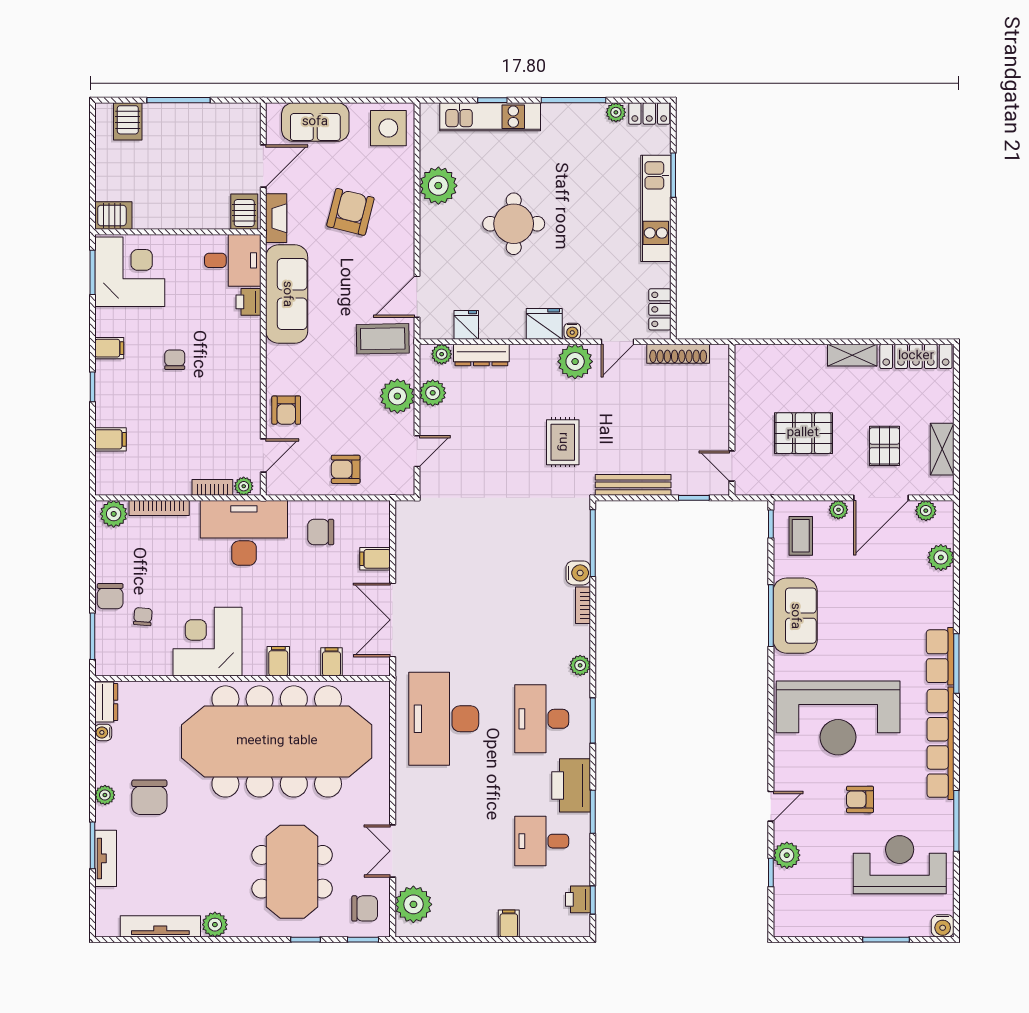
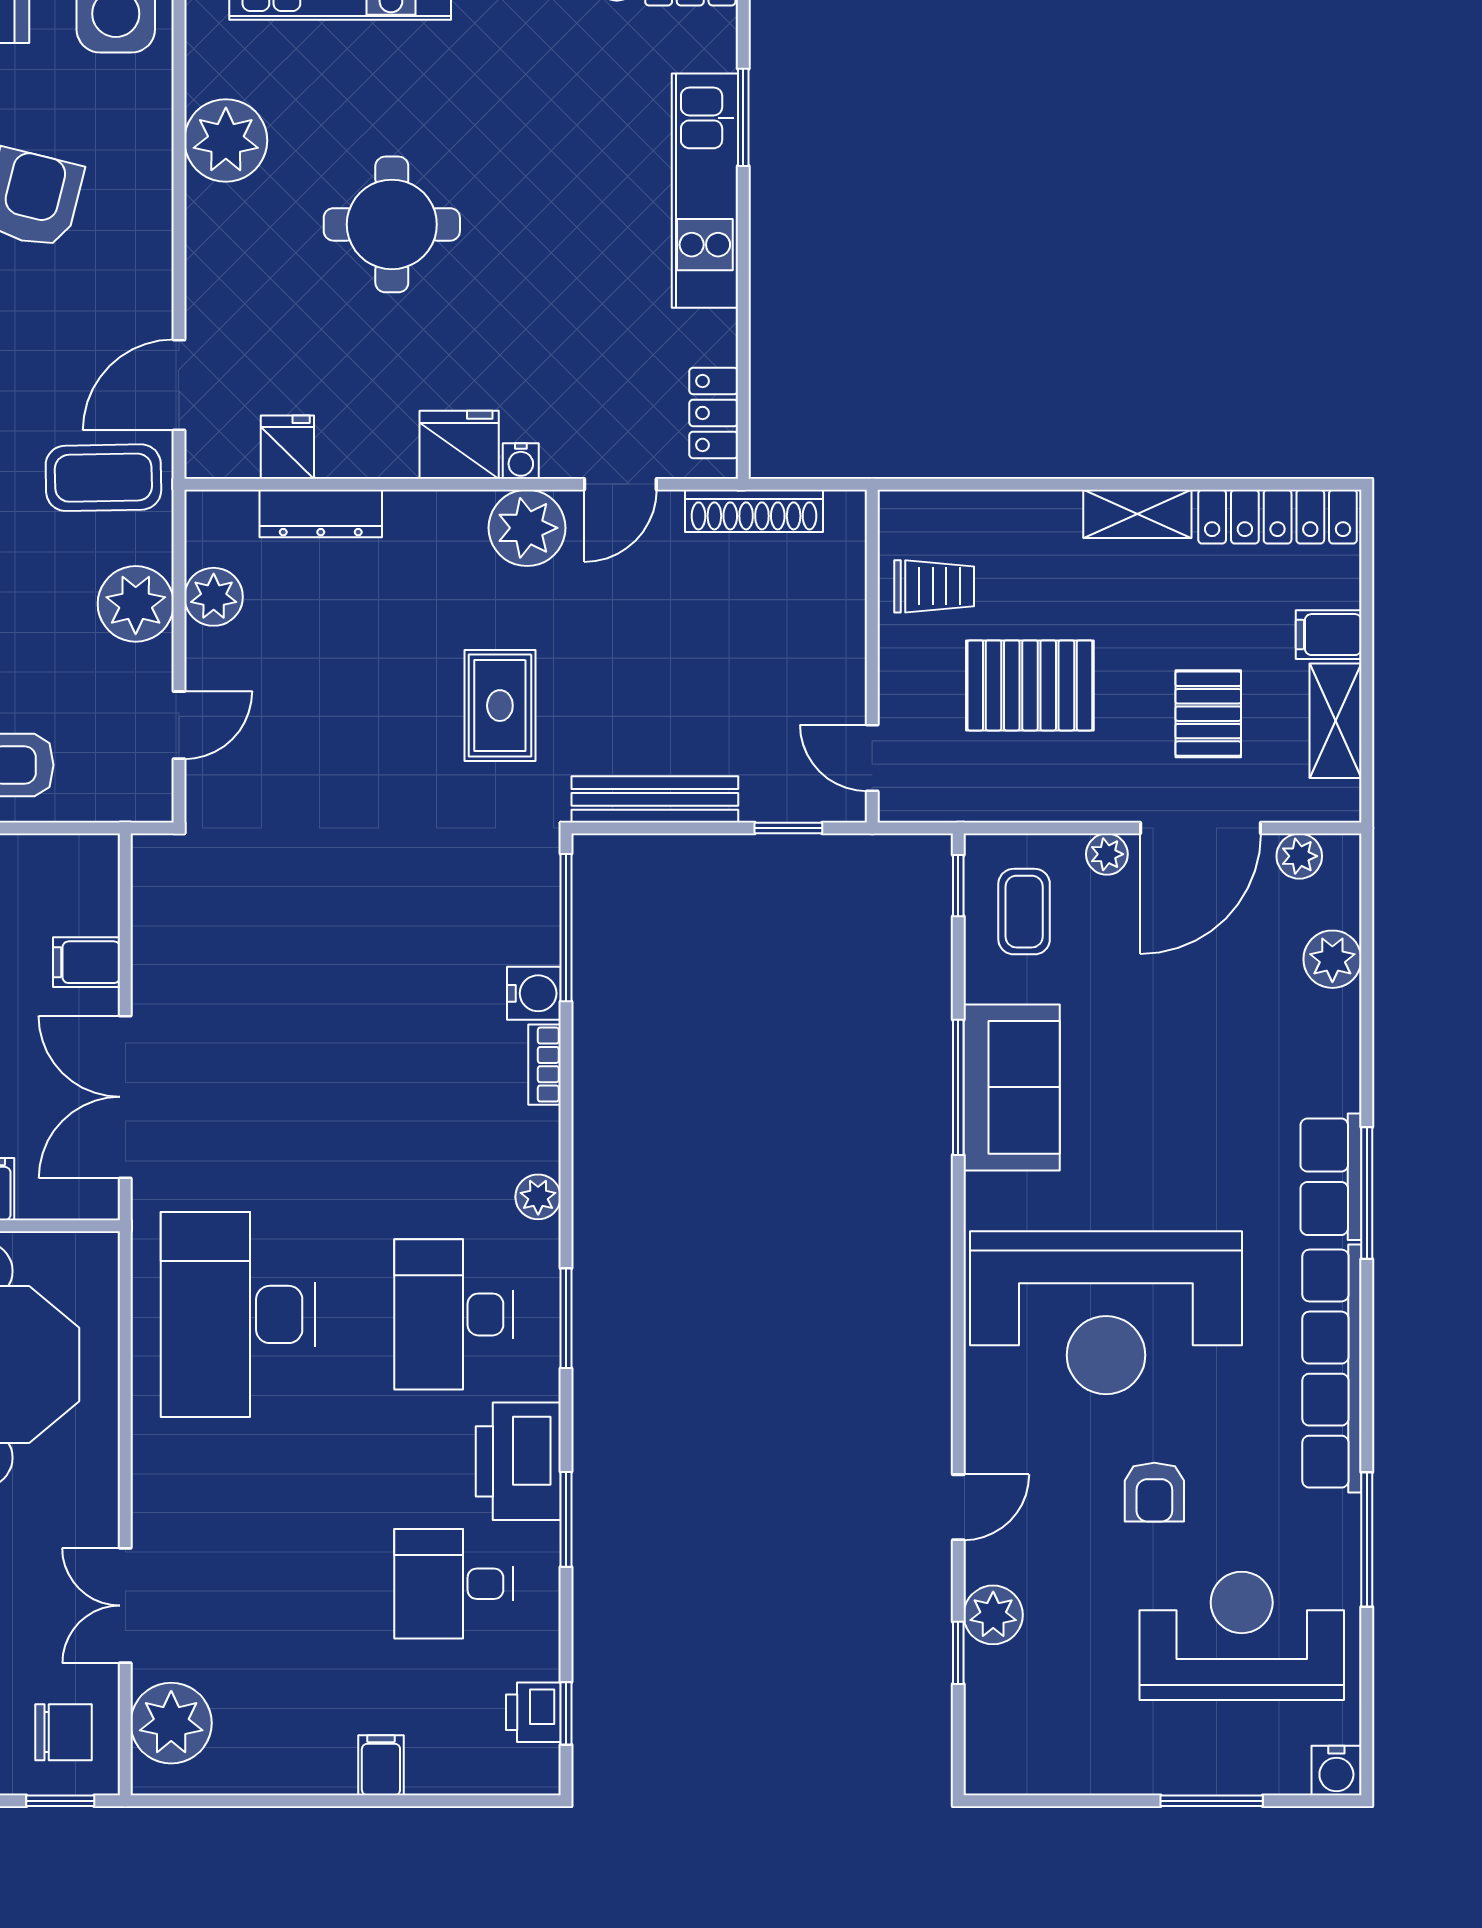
plant: (442, 354) -> (233, 512), removed
trolley: (760, 388) -> (934, 586), added
filing cabinet: (939, 410) -> (1329, 635), added
armchair: (860, 799) -> (1154, 1492), turned -90

